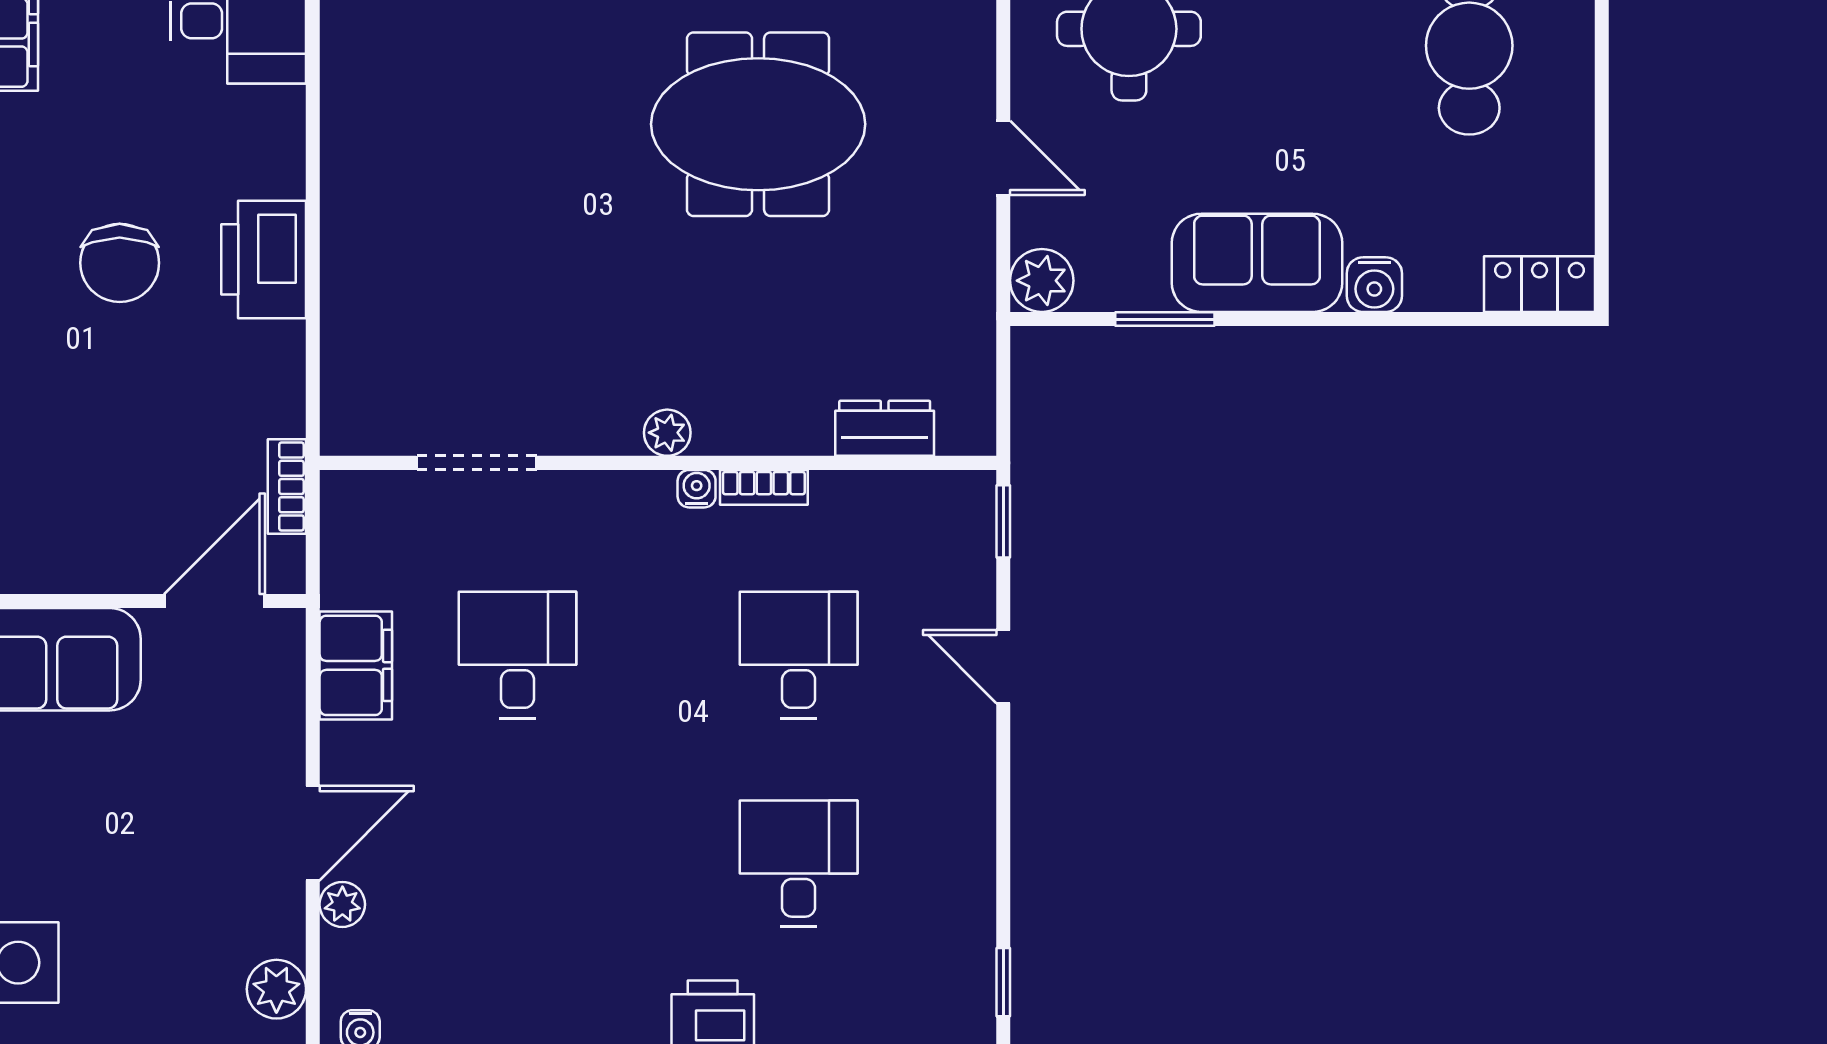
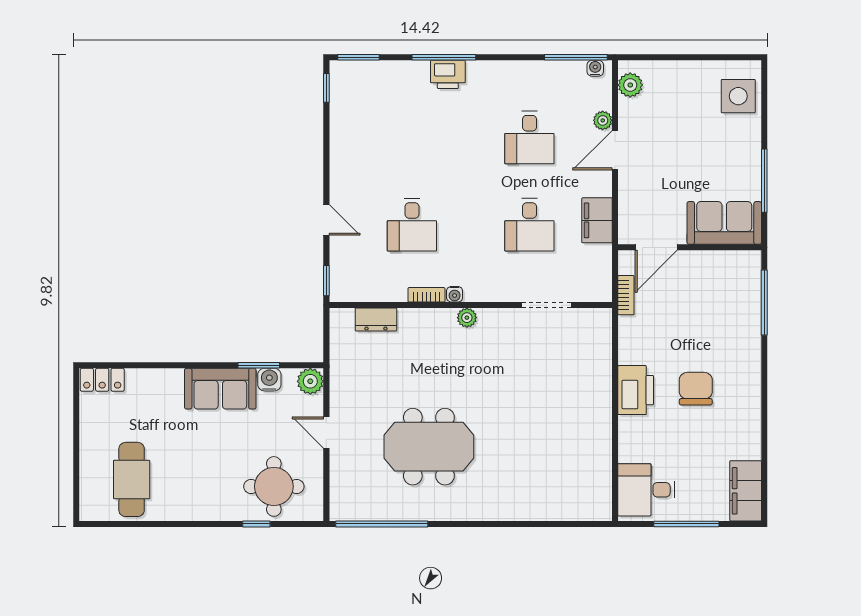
water cooler: (1374, 285) -> (269, 380), moved
desk: (799, 864) -> (529, 137), moved

